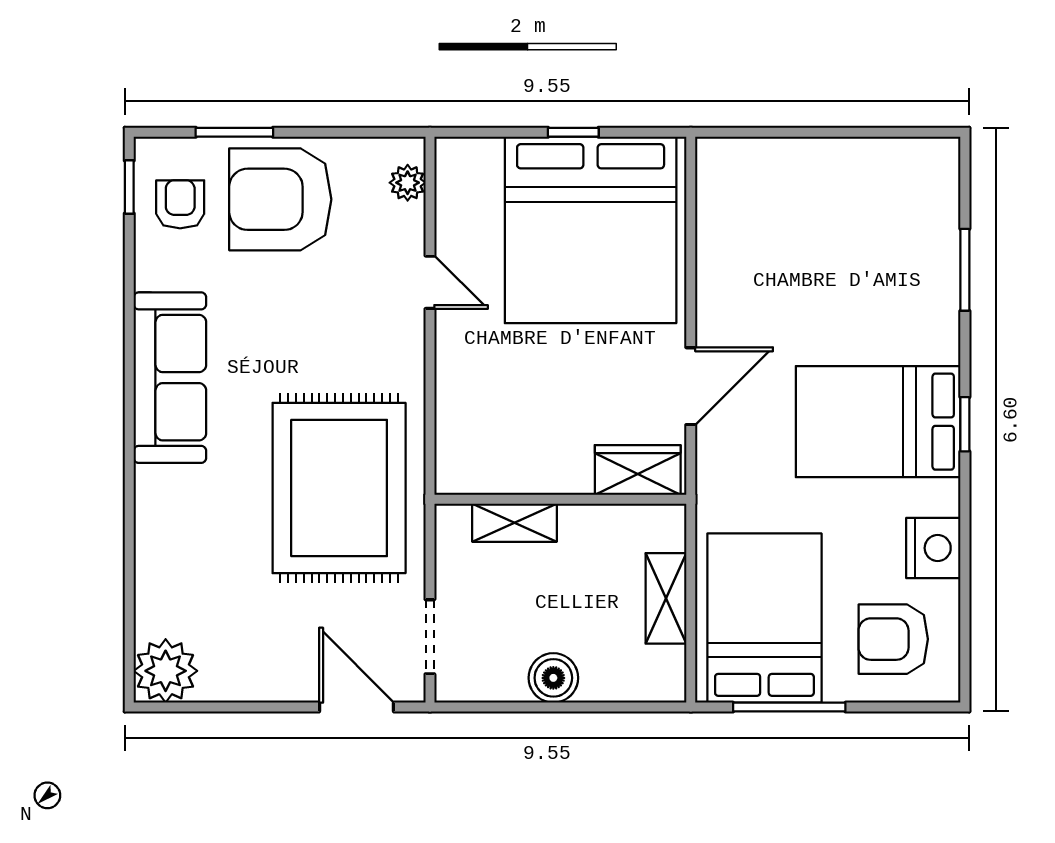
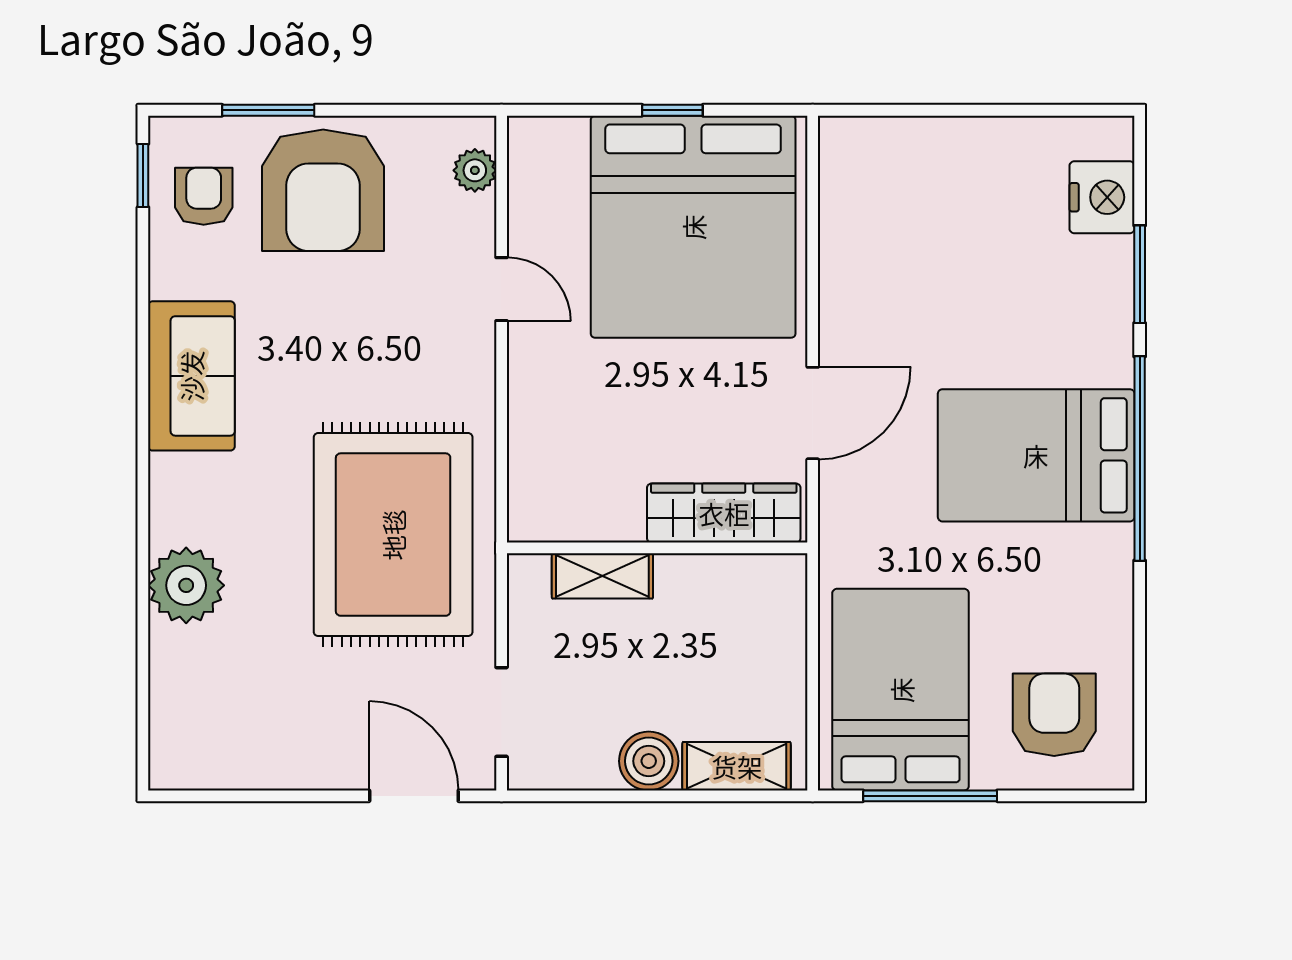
armchair: (280, 199) -> (323, 190), turned -90
sofa: (170, 378) -> (191, 376), width x0.73
window: (965, 424) -> (1140, 458), width x3.17
wardrobe: (638, 470) -> (724, 513), width x1.50
nightstand: (933, 548) -> (1102, 197), moved
shelving: (666, 598) -> (737, 766), moved, turned 90
armchair: (893, 639) -> (1054, 715), turned 90
plant: (166, 671) -> (186, 585), moved

